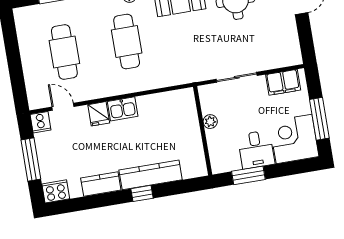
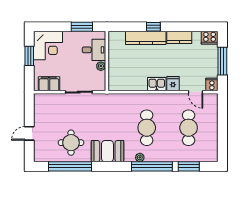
window: (319, 119) -> (29, 56), width x0.69
desk: (256, 150) -> (94, 50), moved, turned 90

